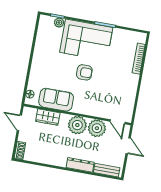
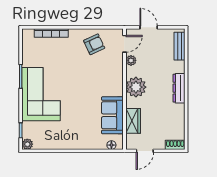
plant: (59, 23) -> (27, 144), moved
armchair: (84, 72) -> (94, 44), moved, turned 65
plant: (97, 128) -> (131, 60), width x0.53, depth x0.53
door: (128, 146) -> (149, 27), hinge flipped
dresser: (80, 165) -> (179, 88), moved

